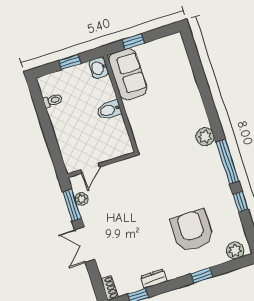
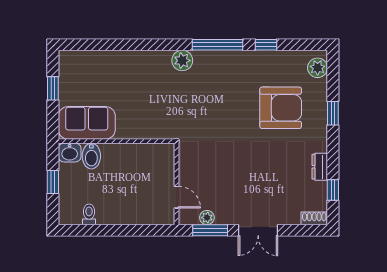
window: (133, 41) -> (53, 88), moved
bidet: (109, 110) -> (91, 156), moved
armchair: (192, 231) -> (281, 108), turned 180

